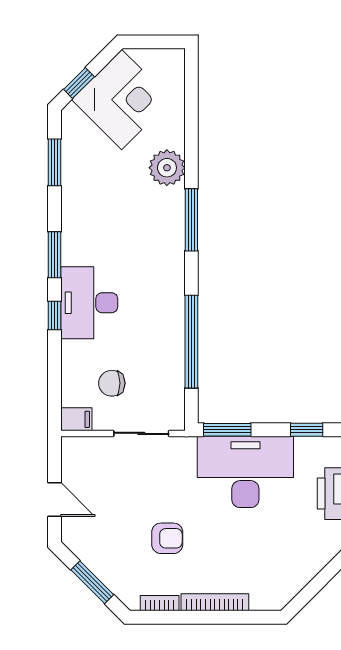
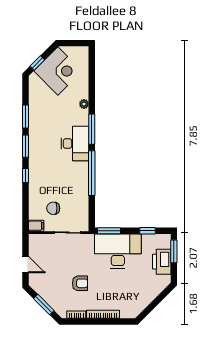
window: (54, 162) -> (25, 117), moved
plant: (167, 168) -> (84, 104), width x0.53, depth x0.53
desk: (89, 303) -> (75, 144), moved, turned 180
window: (191, 342) -> (92, 173), moved

